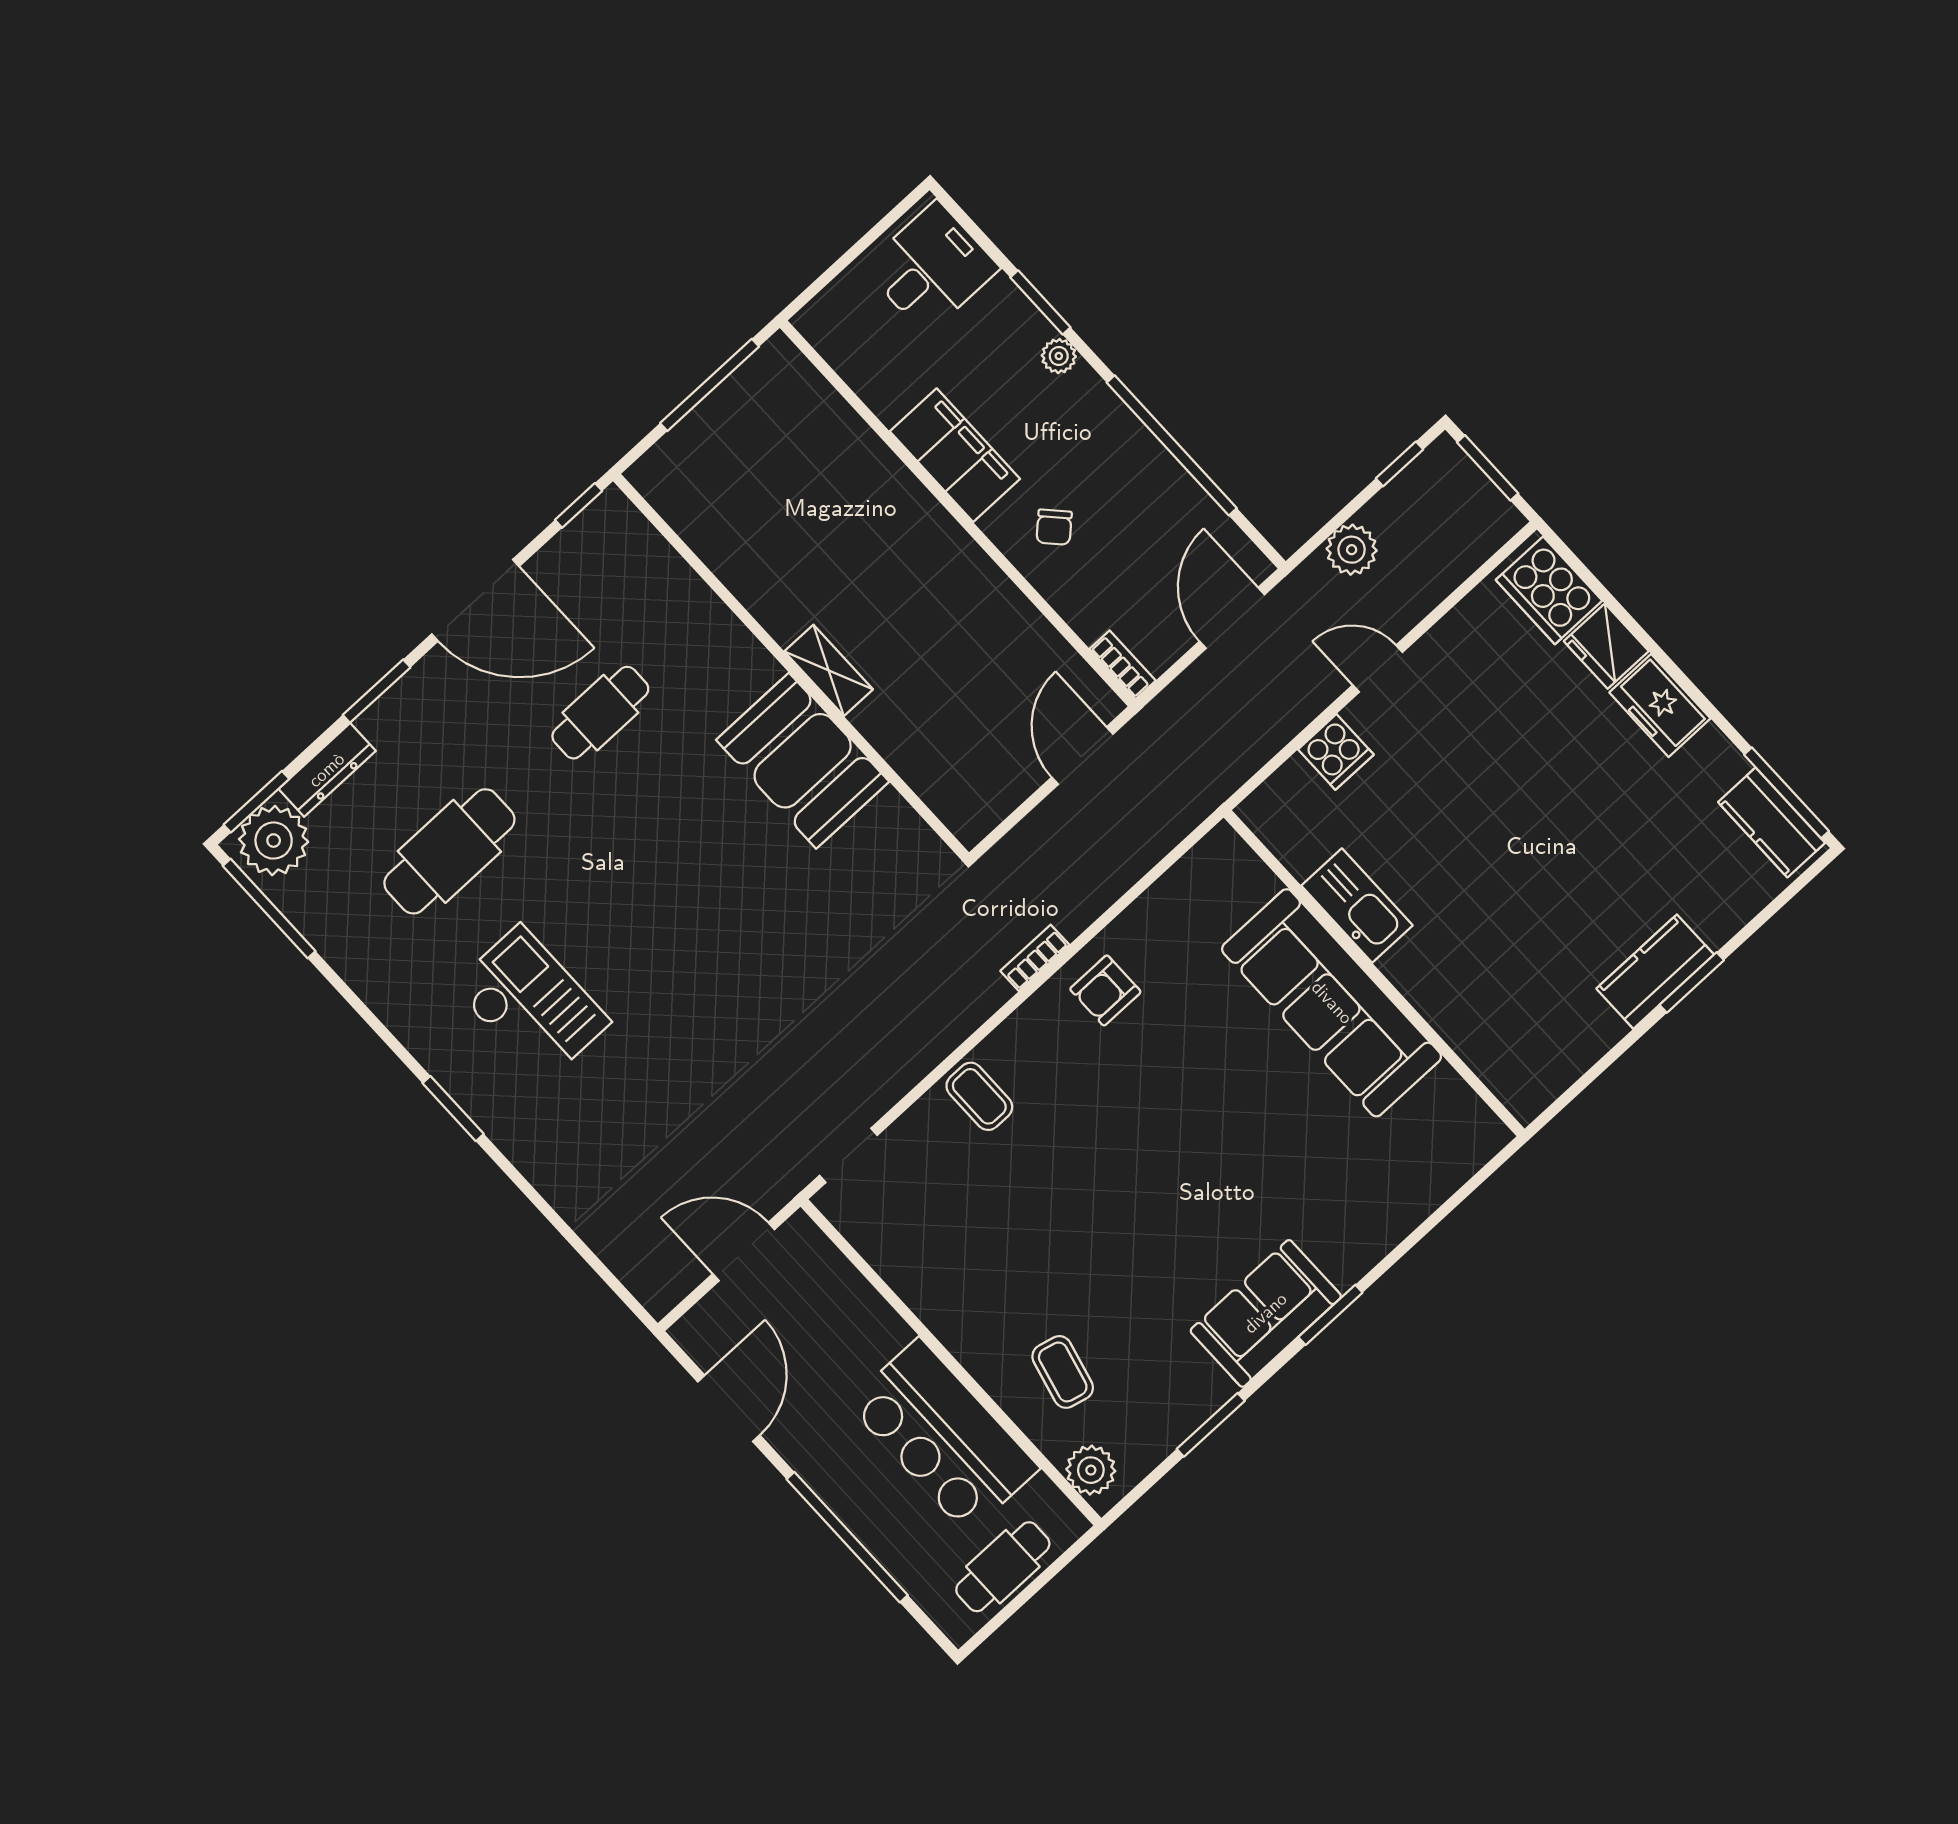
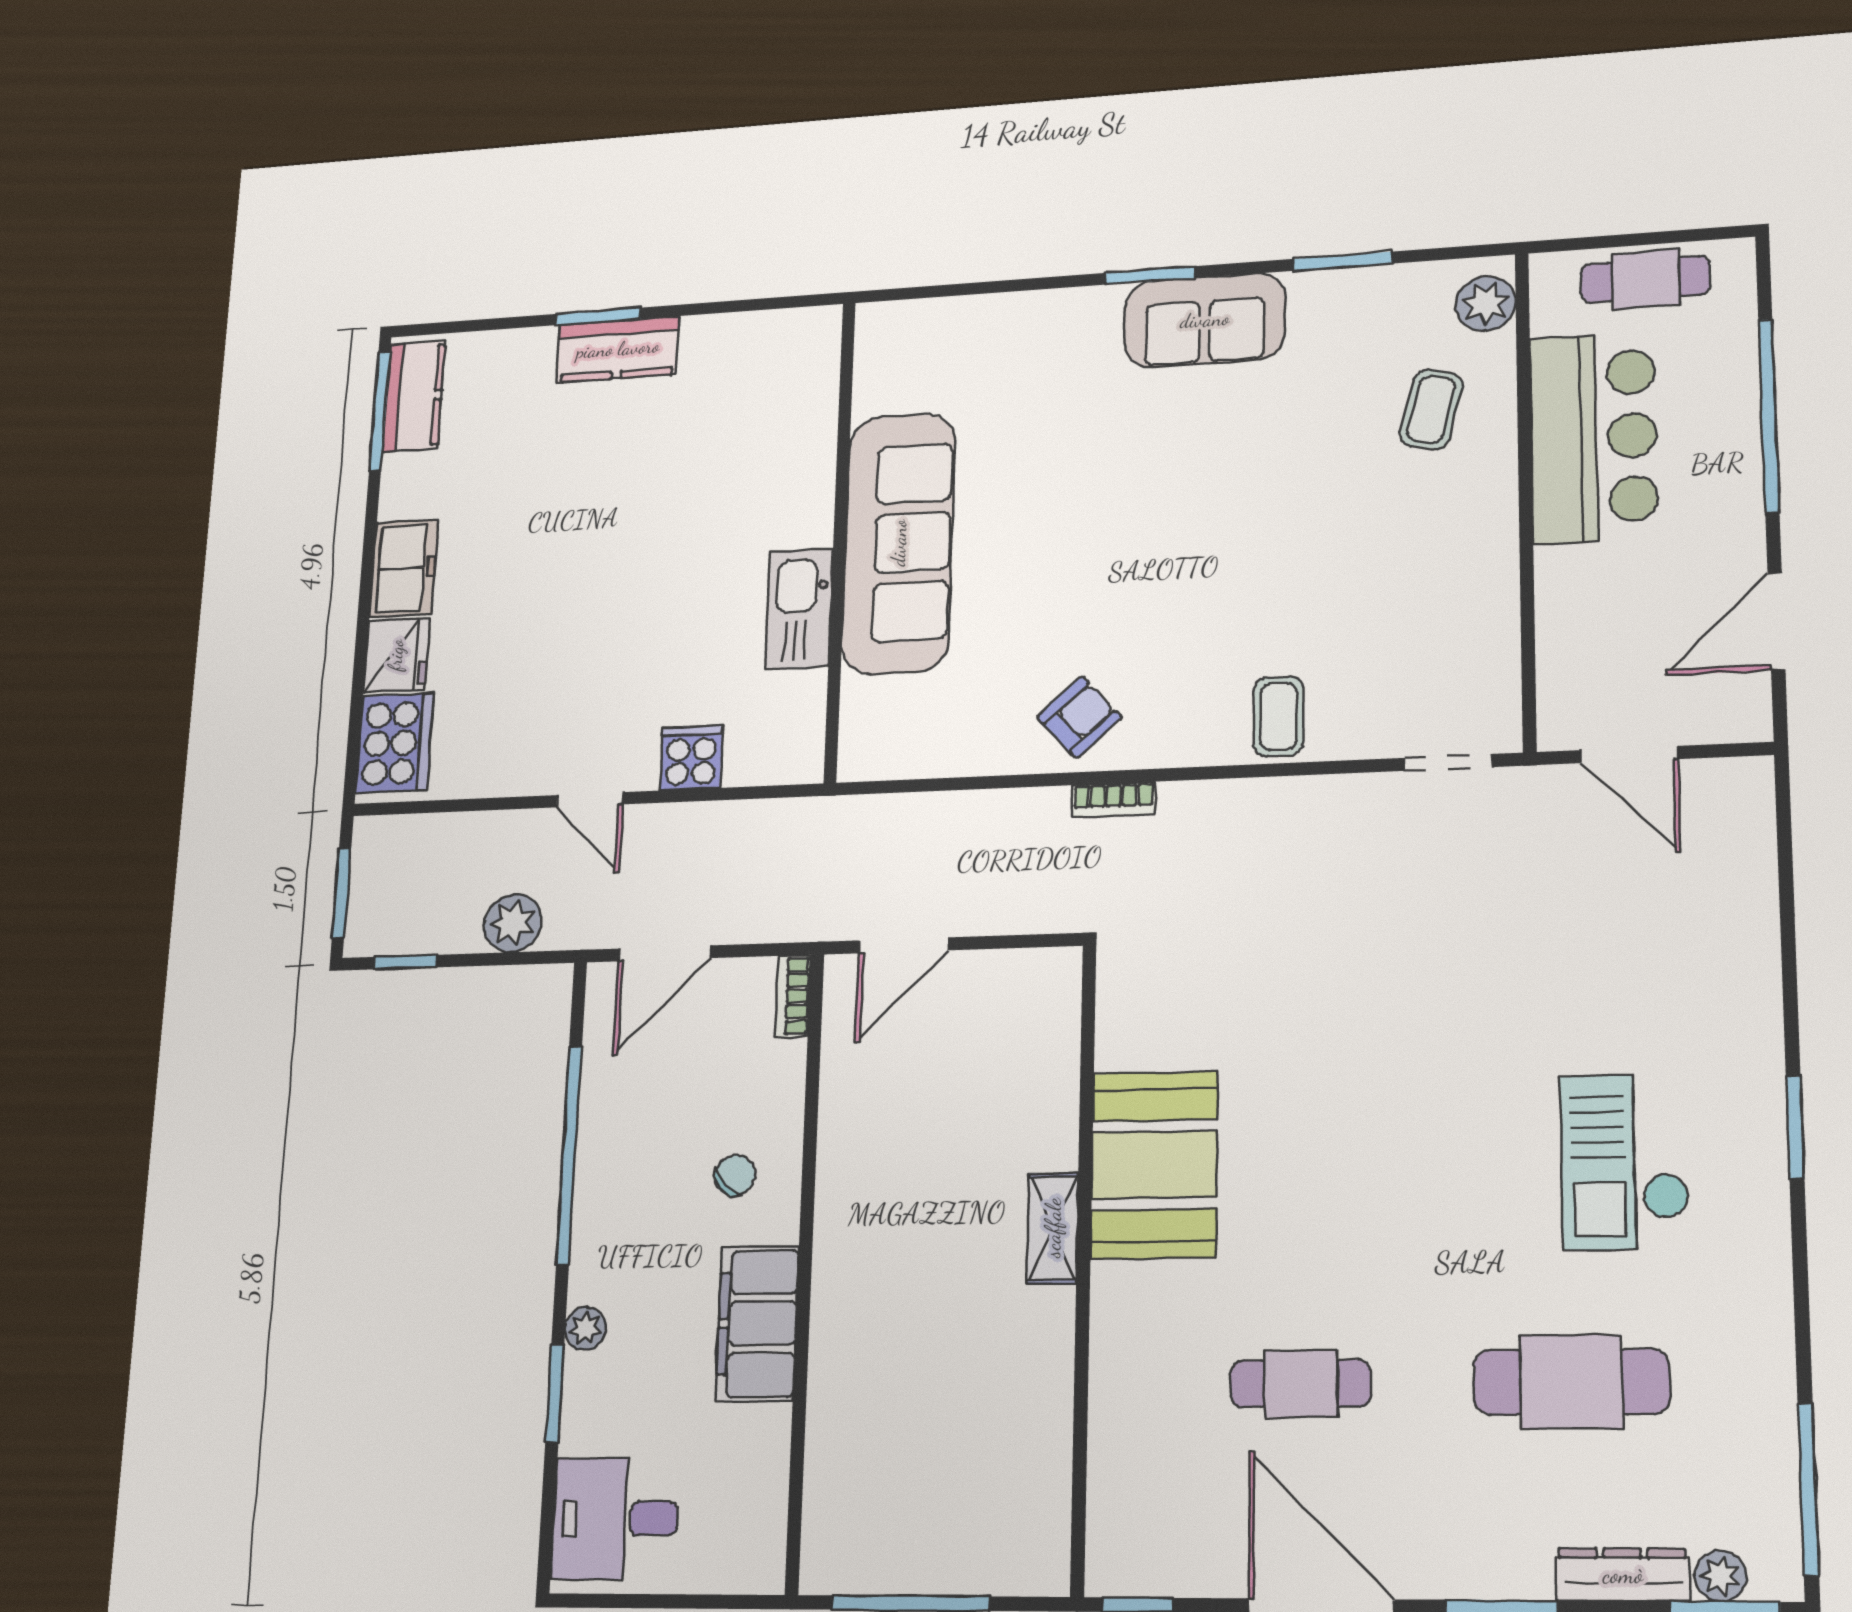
plant: (274, 841) -> (1720, 1576), width x0.53, depth x0.53
armchair: (1105, 990) -> (1079, 717), turned -42

